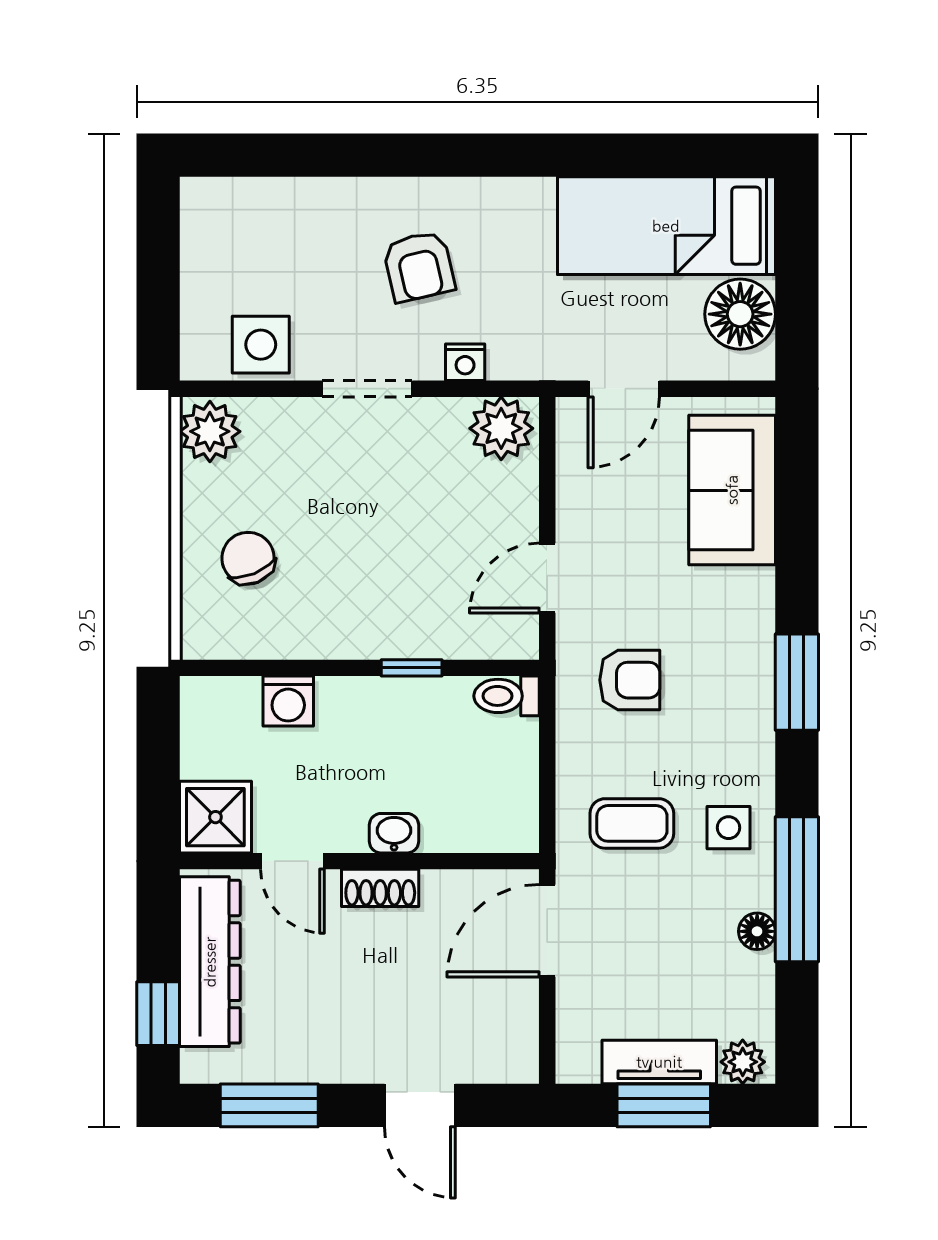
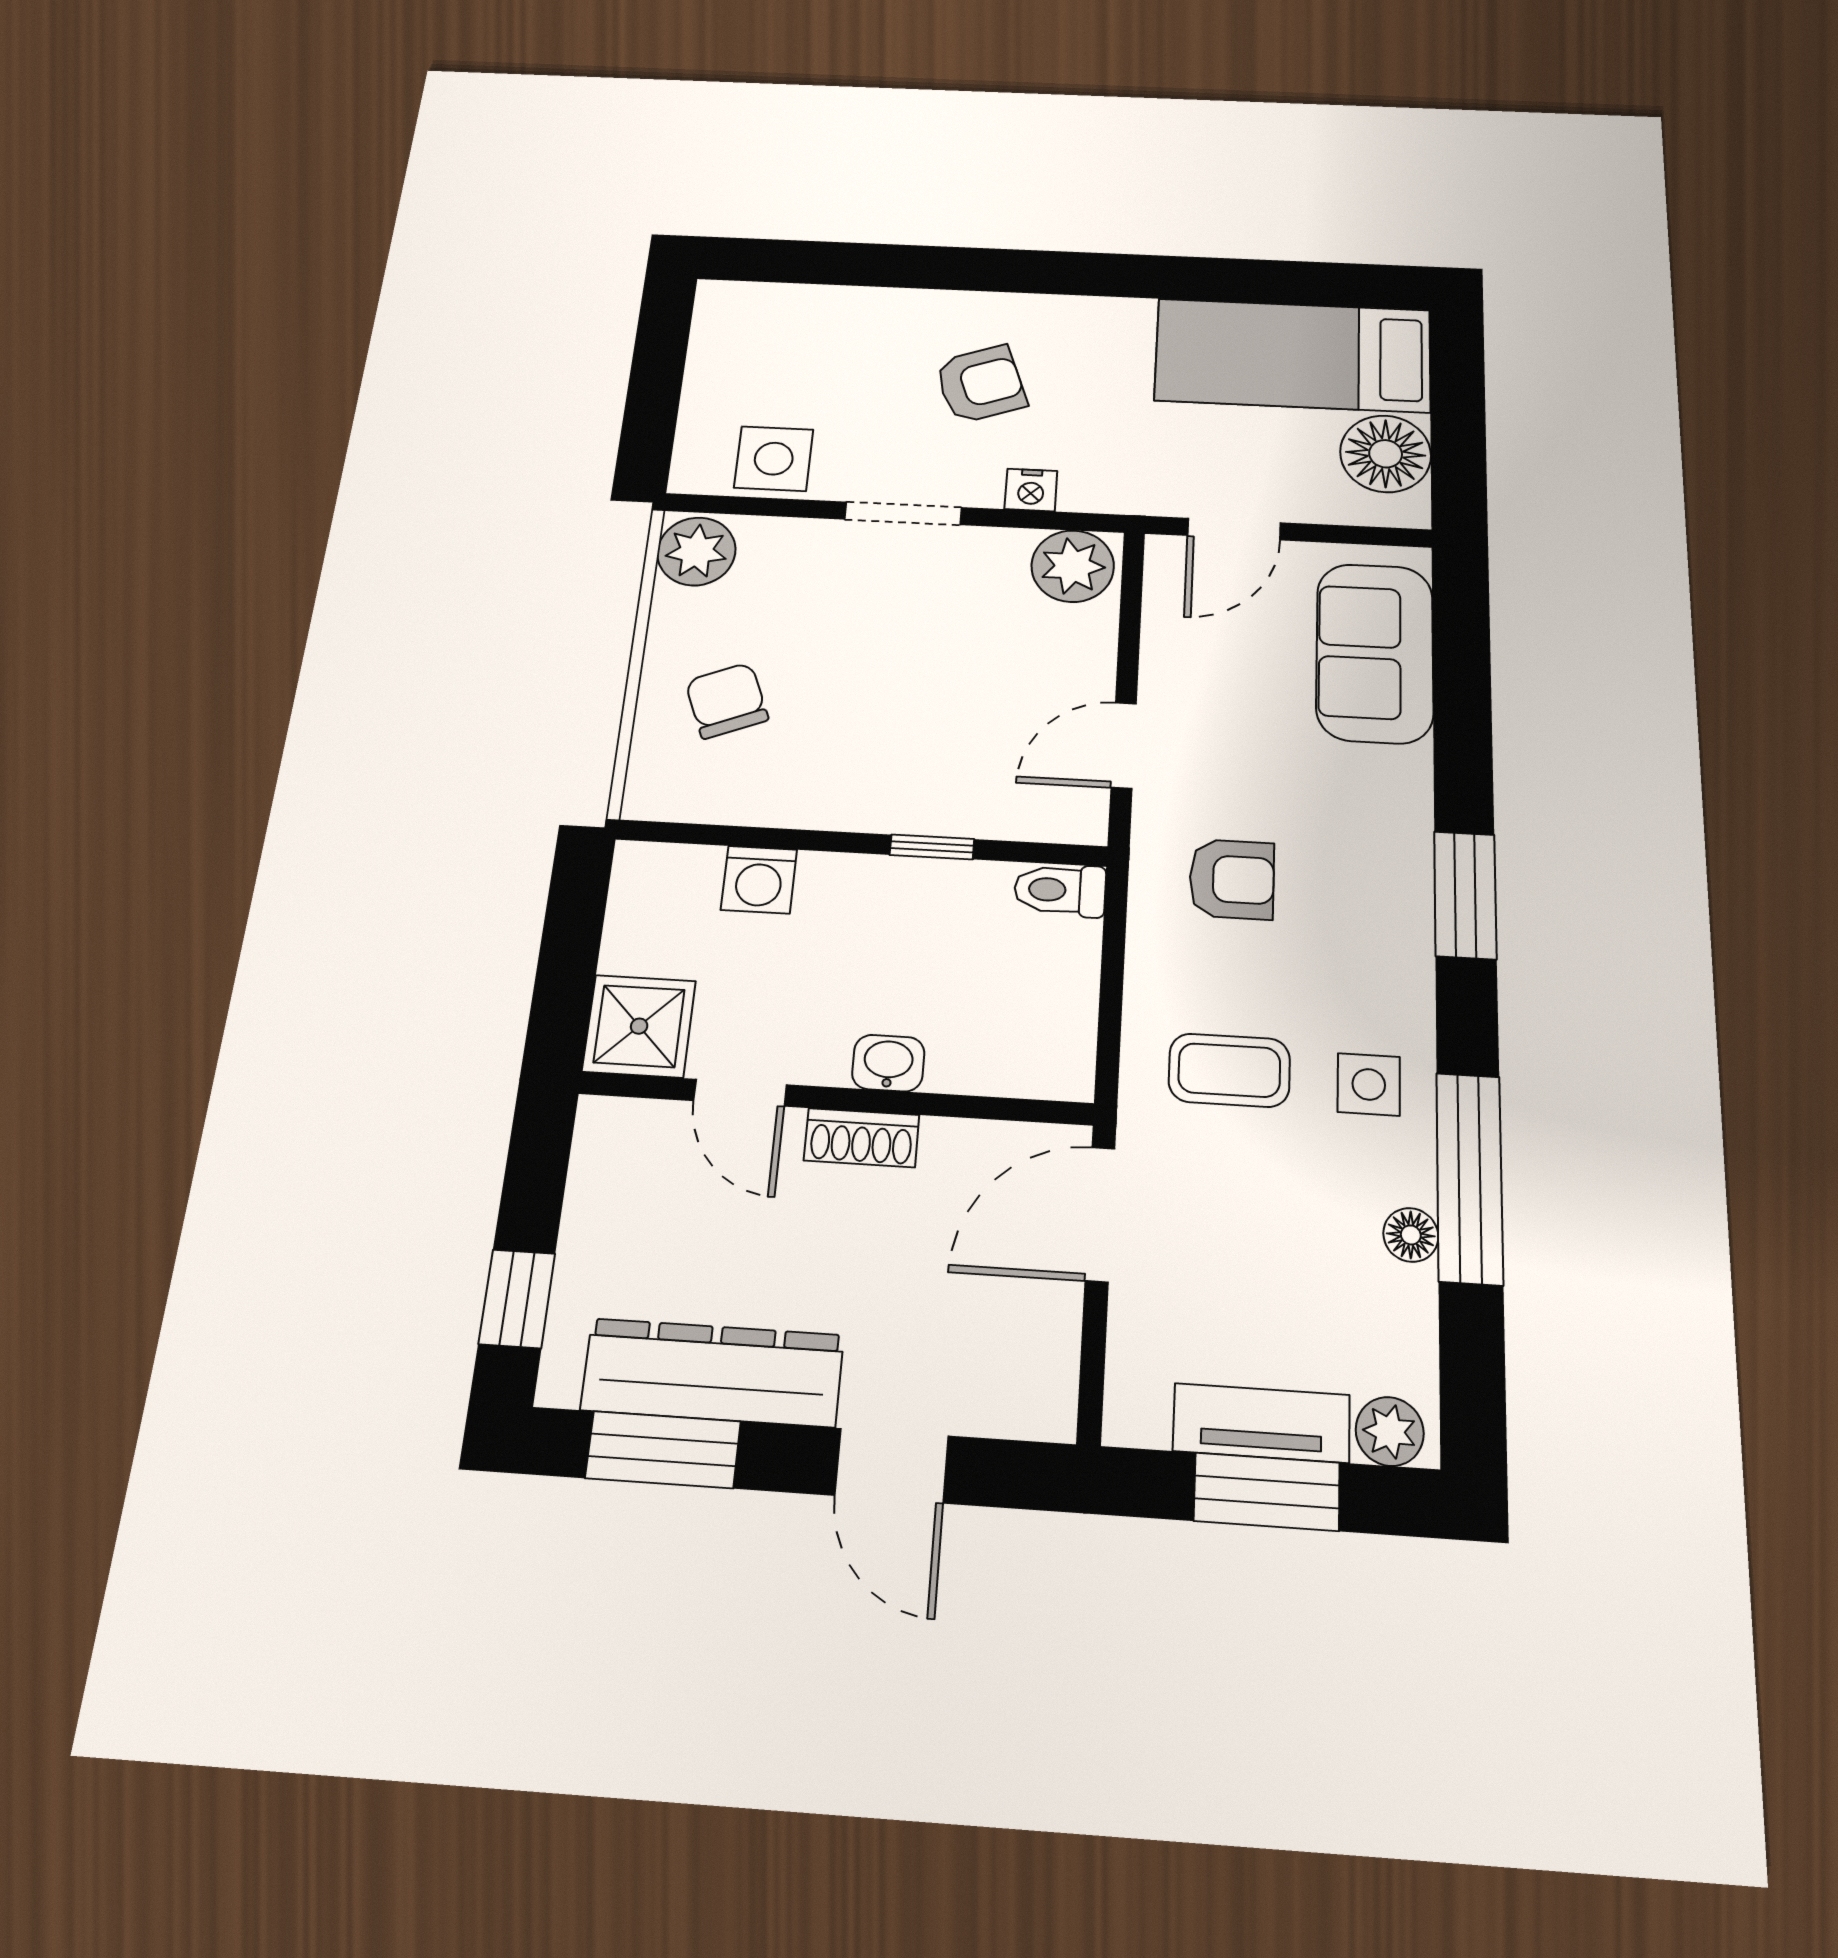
armchair: (419, 266) -> (981, 384), turned -97
dresser: (210, 962) -> (712, 1372), moved, turned -90

